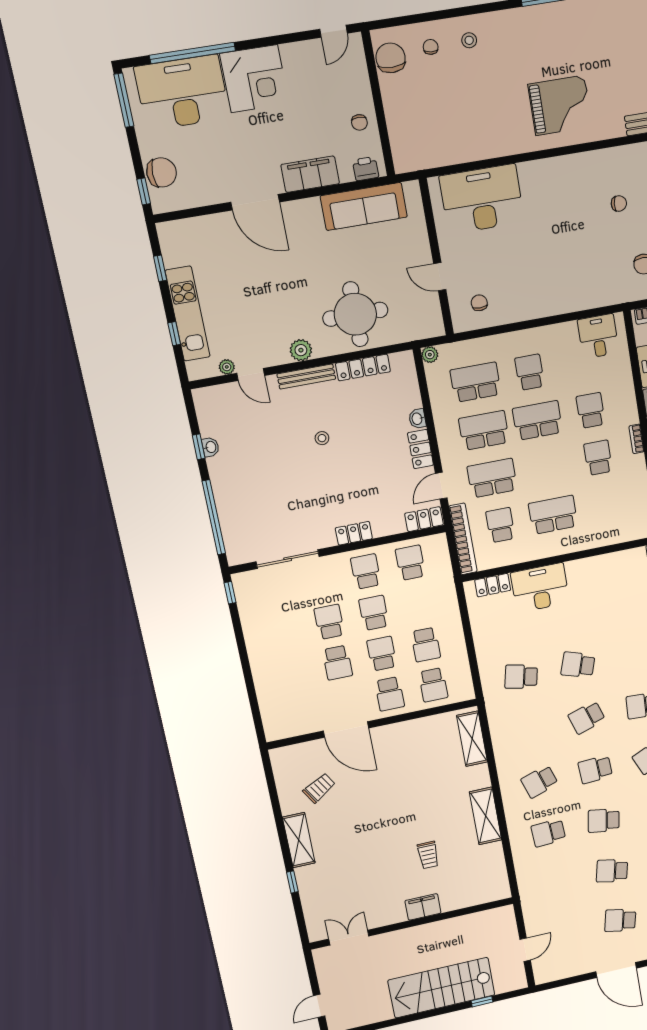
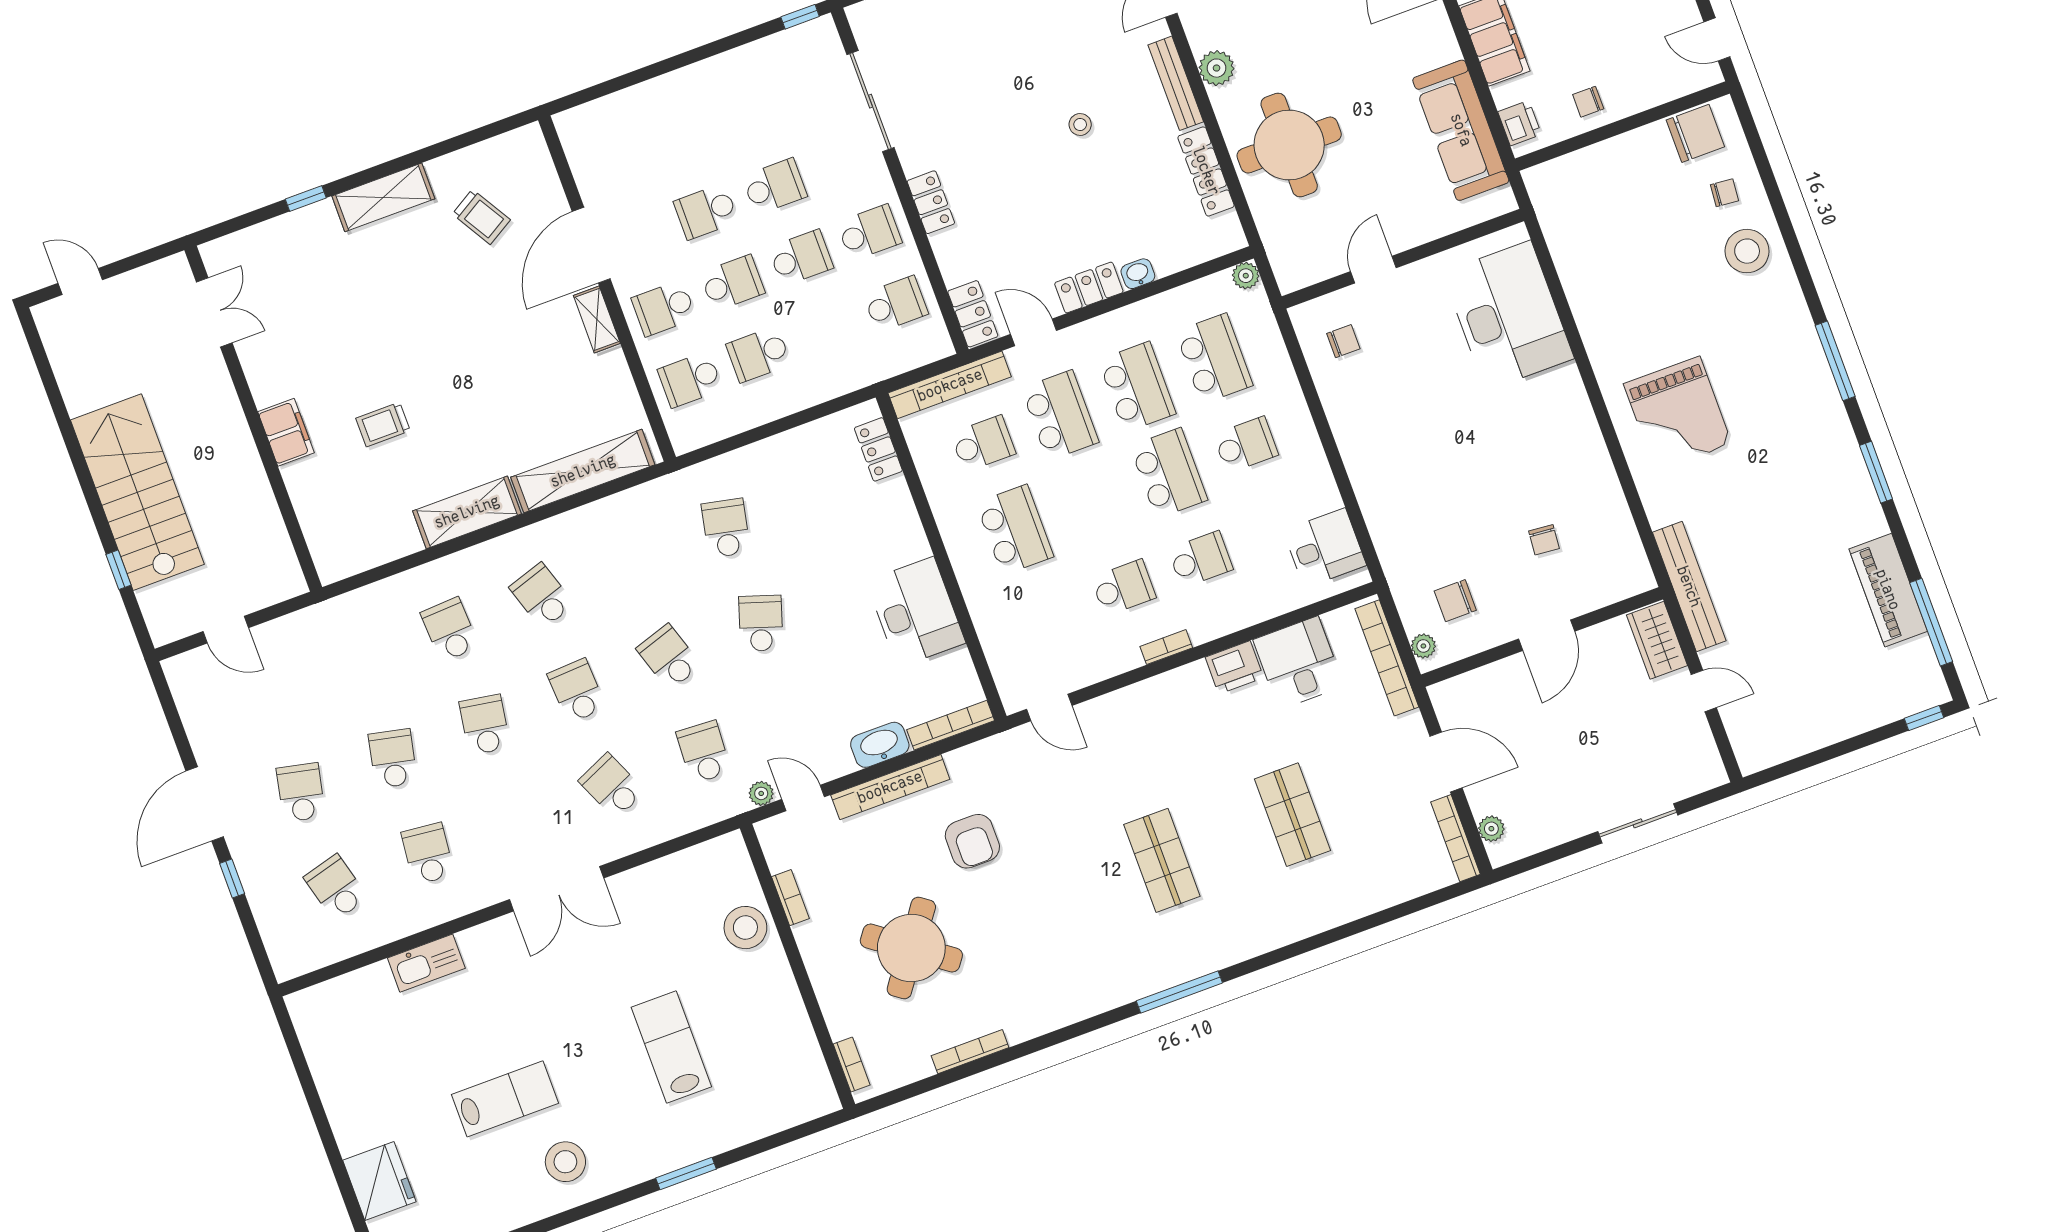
stool: (469, 40) -> (1747, 251), width x1.89, depth x1.89
desk: (540, 588) -> (916, 612), moved
shelving: (390, 732) -> (597, 319), added
shelving: (472, 739) -> (583, 471), width x1.47

